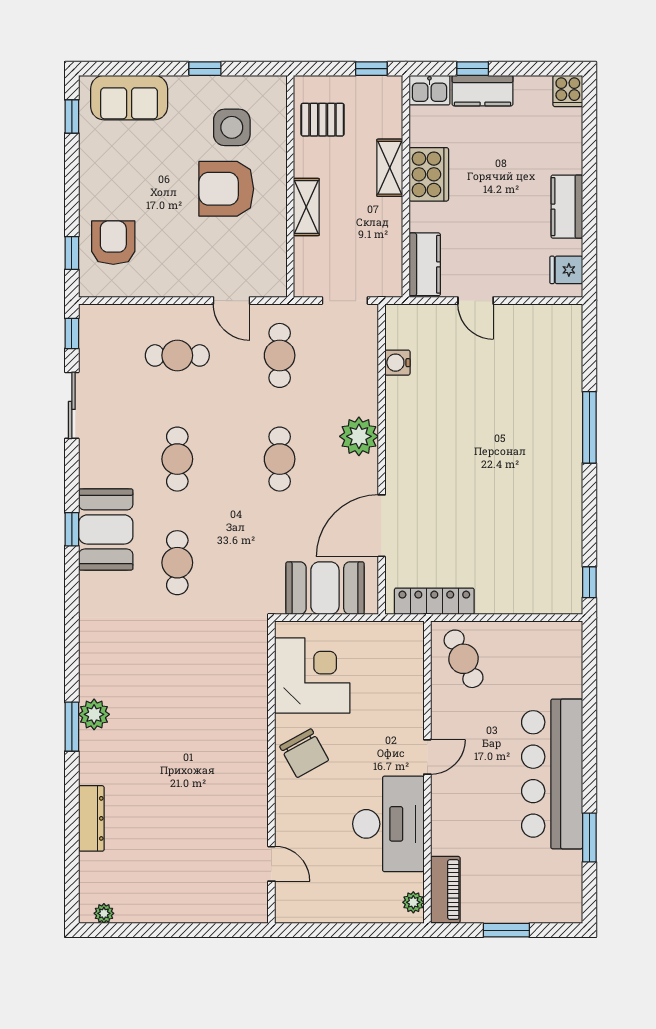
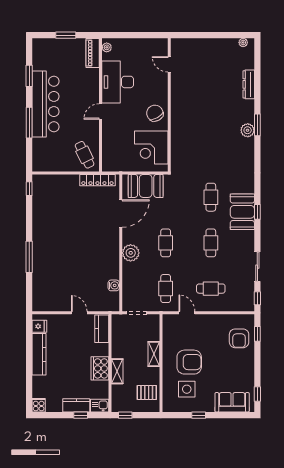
kitchen counter: (567, 207) -> (39, 354), width x1.50
window: (589, 732) -> (29, 123), added

